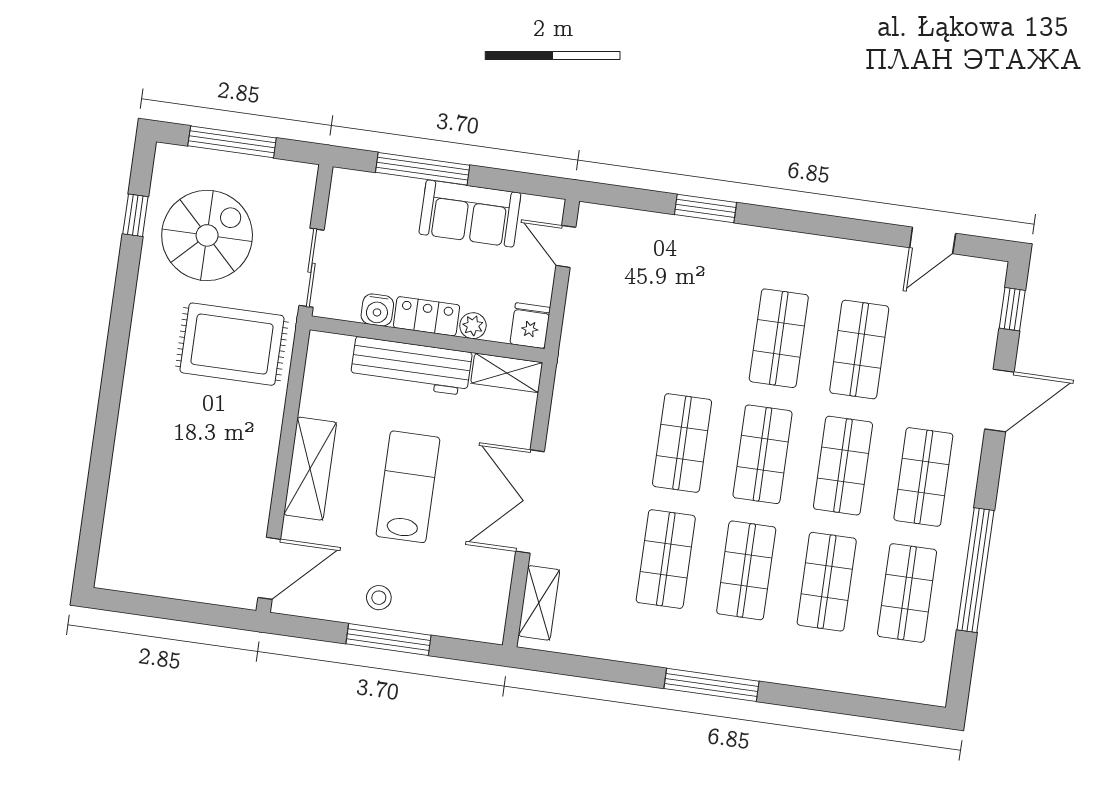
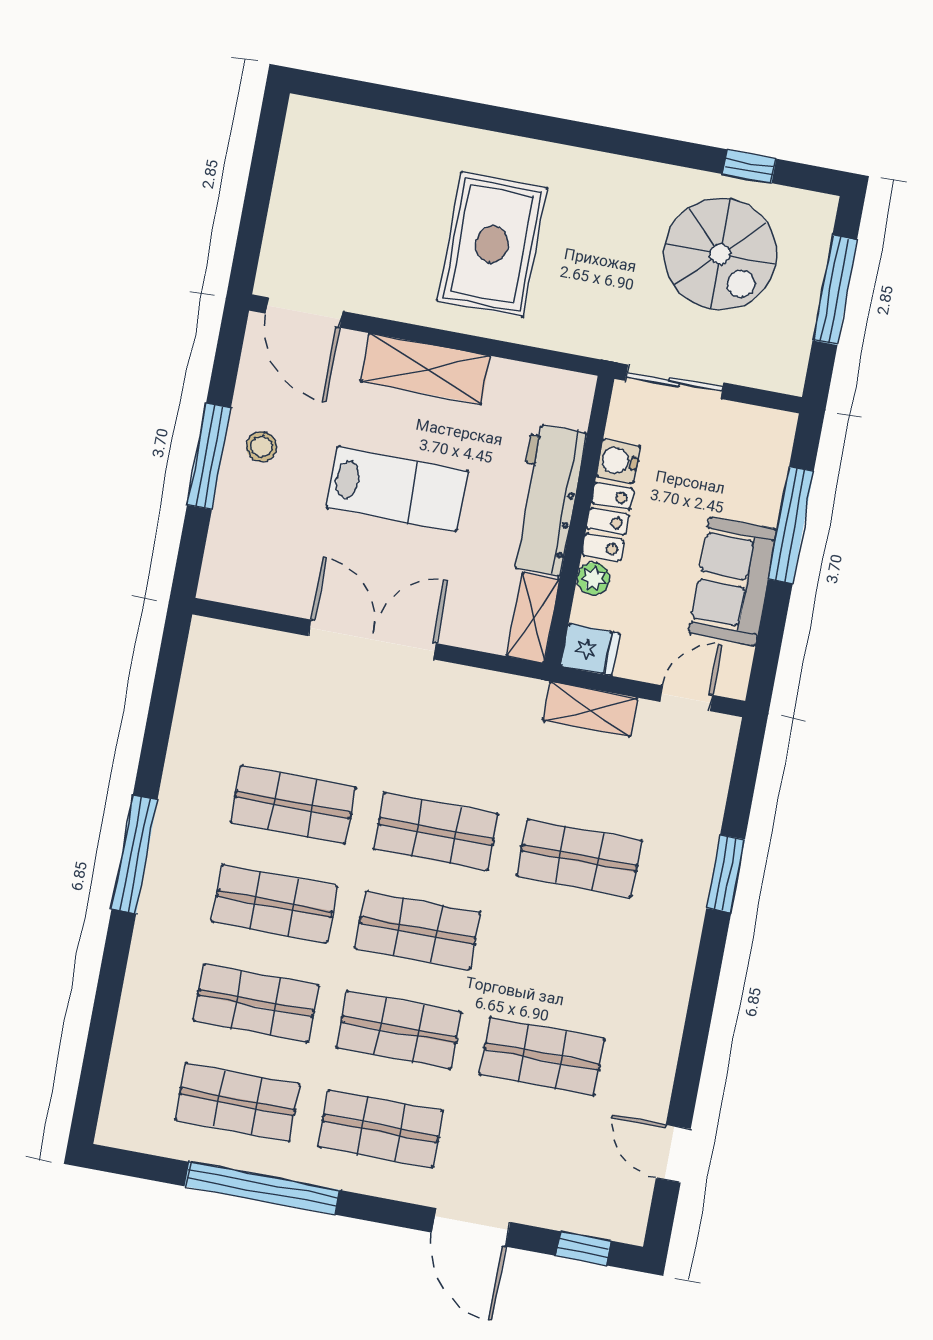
shop shelf: (779, 338) -> (579, 858), moved
rug: (232, 344) -> (492, 244), moved
shelving: (539, 603) -> (590, 709), moved

